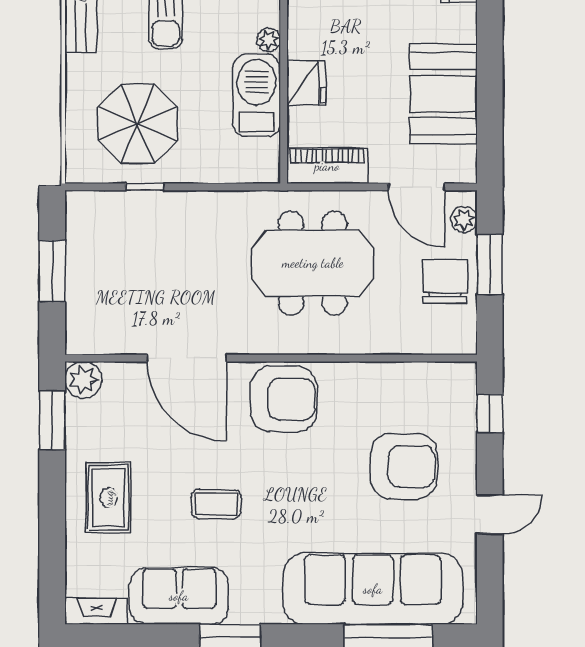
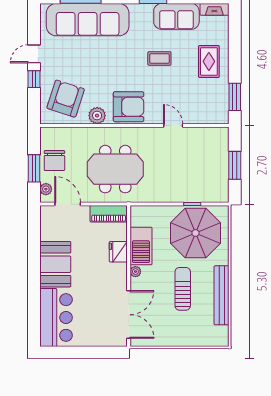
booth: (443, 94) -> (55, 264), moved
parasol: (138, 124) -> (196, 233), width x1.36, depth x1.36
door: (187, 358) -> (173, 125), width x0.53
plant: (83, 380) -> (97, 116), moved
armchair: (284, 399) -> (129, 107), turned 180
window: (490, 414) -> (34, 79), moved
armchair: (404, 466) -> (66, 99), moved, turned 108

